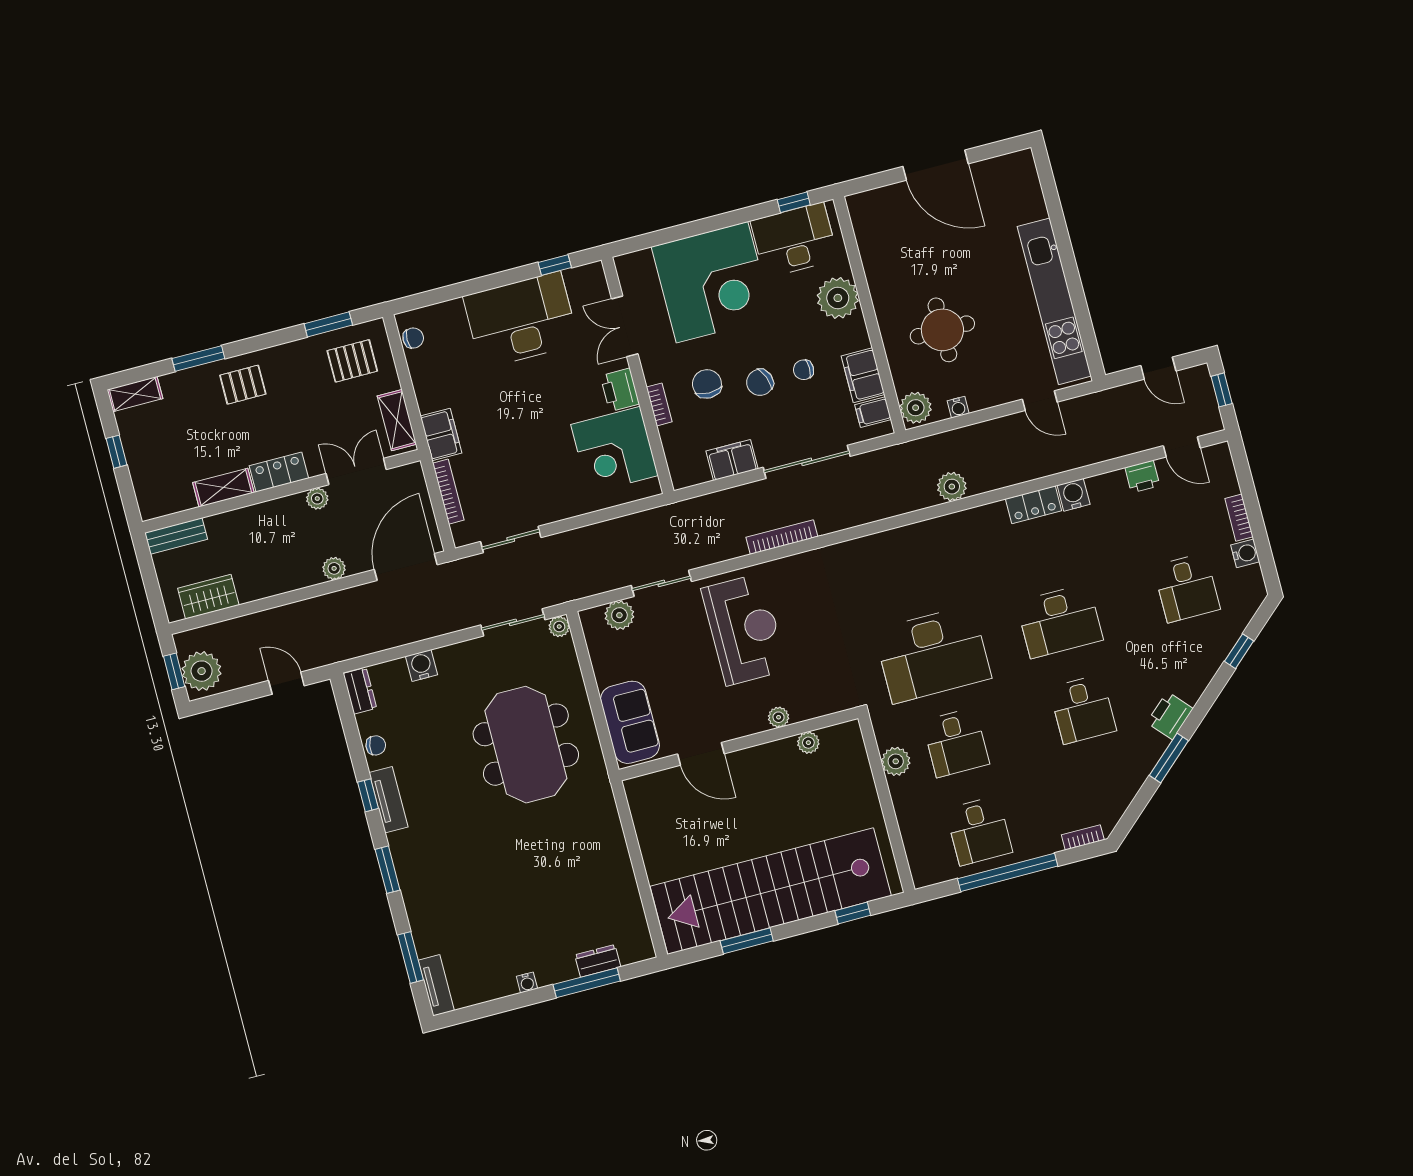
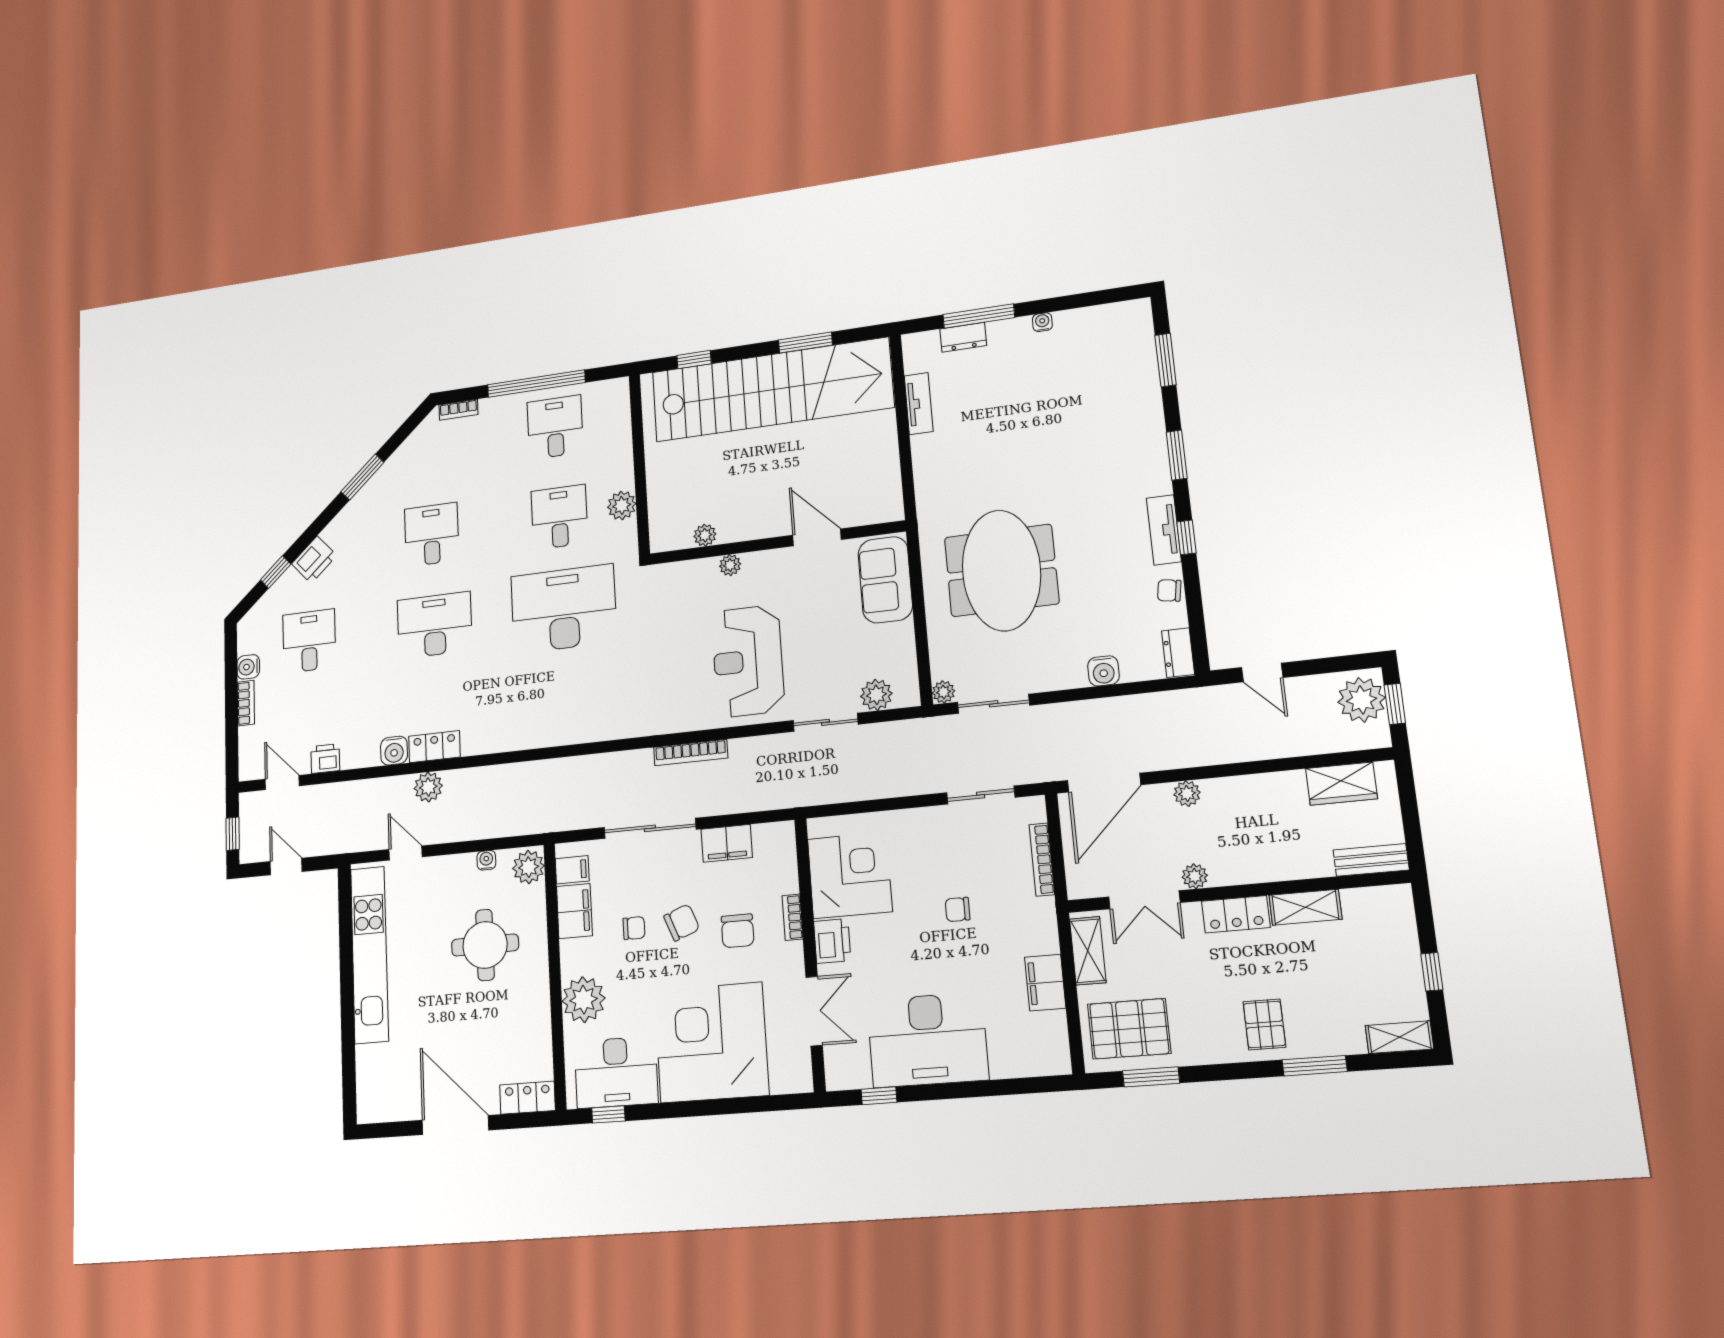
locker: (872, 202) -> (527, 1098), added
chair: (413, 338) -> (958, 909), moved
pallet: (352, 361) -> (1129, 1029), width x1.50, depth x1.42
pallet: (243, 385) -> (1264, 1025), turned 90
filing cabinet: (441, 435) -> (1045, 983), moved
plant: (952, 487) -> (428, 787), moved
printer: (1170, 716) -> (314, 560), moved
tv unit: (436, 985) -> (919, 404), moved, turned 180

